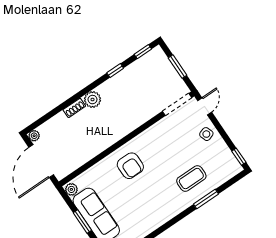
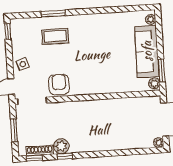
plant: (92, 100) -> (61, 146), moved
shoe rack: (74, 108) -> (40, 151), moved, width x1.43
armchair: (130, 166) -> (59, 85), moved
window: (82, 222) -> (162, 70), moved

